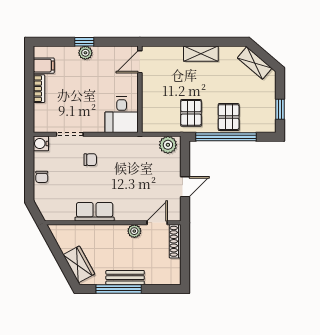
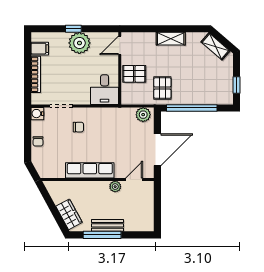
plant: (85, 53) -> (79, 43), width x1.88, depth x1.88
bookcase: (39, 89) -> (36, 74), width x1.56
pallet: (229, 117) -> (134, 74), moved, turned 90
door: (185, 187) -> (157, 150), width x1.88
row of seats: (95, 212) -> (90, 170), width x1.48
shoe rack: (175, 241) -> (149, 195), removed

